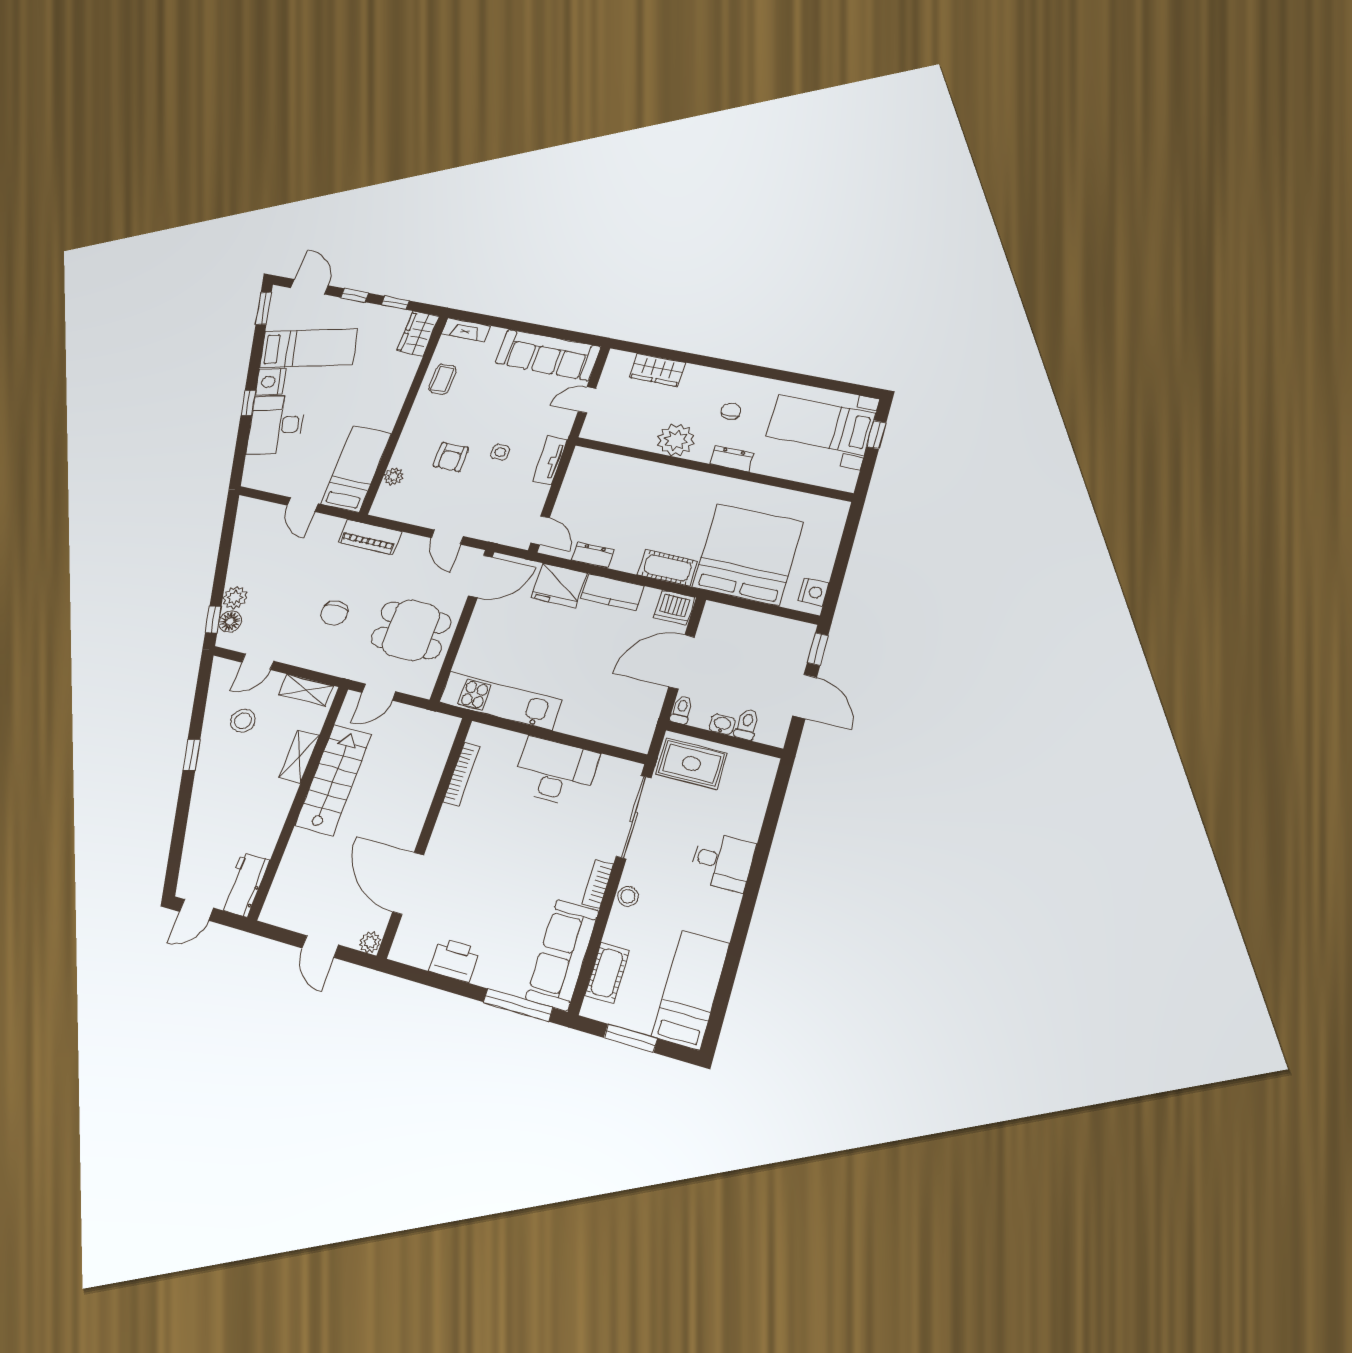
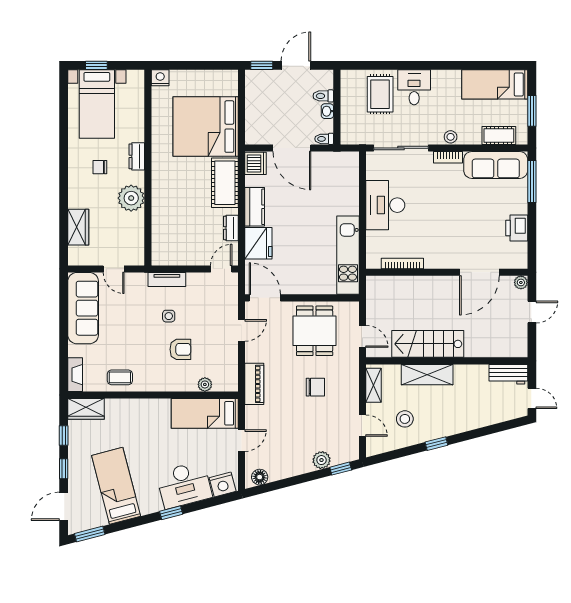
nightstand: (270, 382) -> (223, 484), moved
cot: (667, 568) -> (225, 183), width x1.37, depth x1.34
nightstand: (814, 592) -> (160, 78), moved
floor lamp: (230, 622) -> (260, 477), moved
shelving: (299, 756) -> (427, 375), width x1.50, depth x1.33
rug: (691, 763) -> (380, 94), moved

